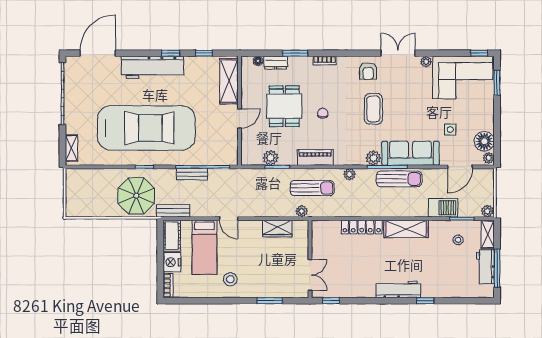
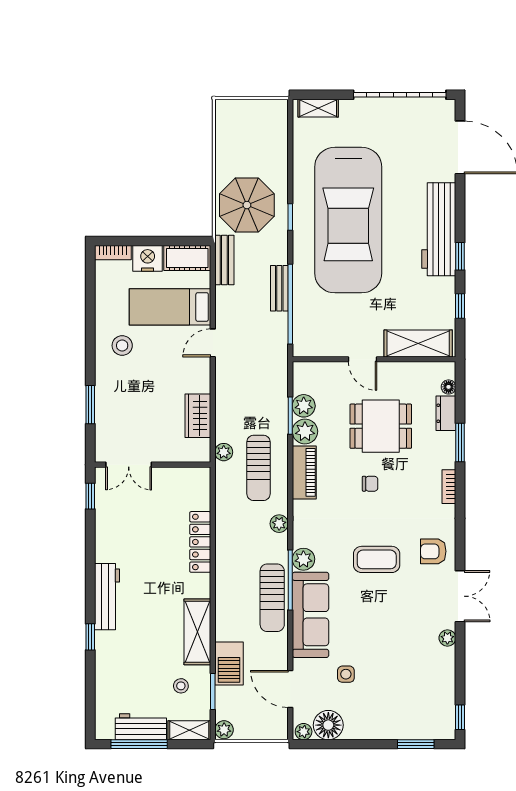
corner sofa: (463, 77) -> (424, 693), removed
plant: (288, 157) -> (305, 431), added
shelving: (406, 229) -> (197, 632), moved

